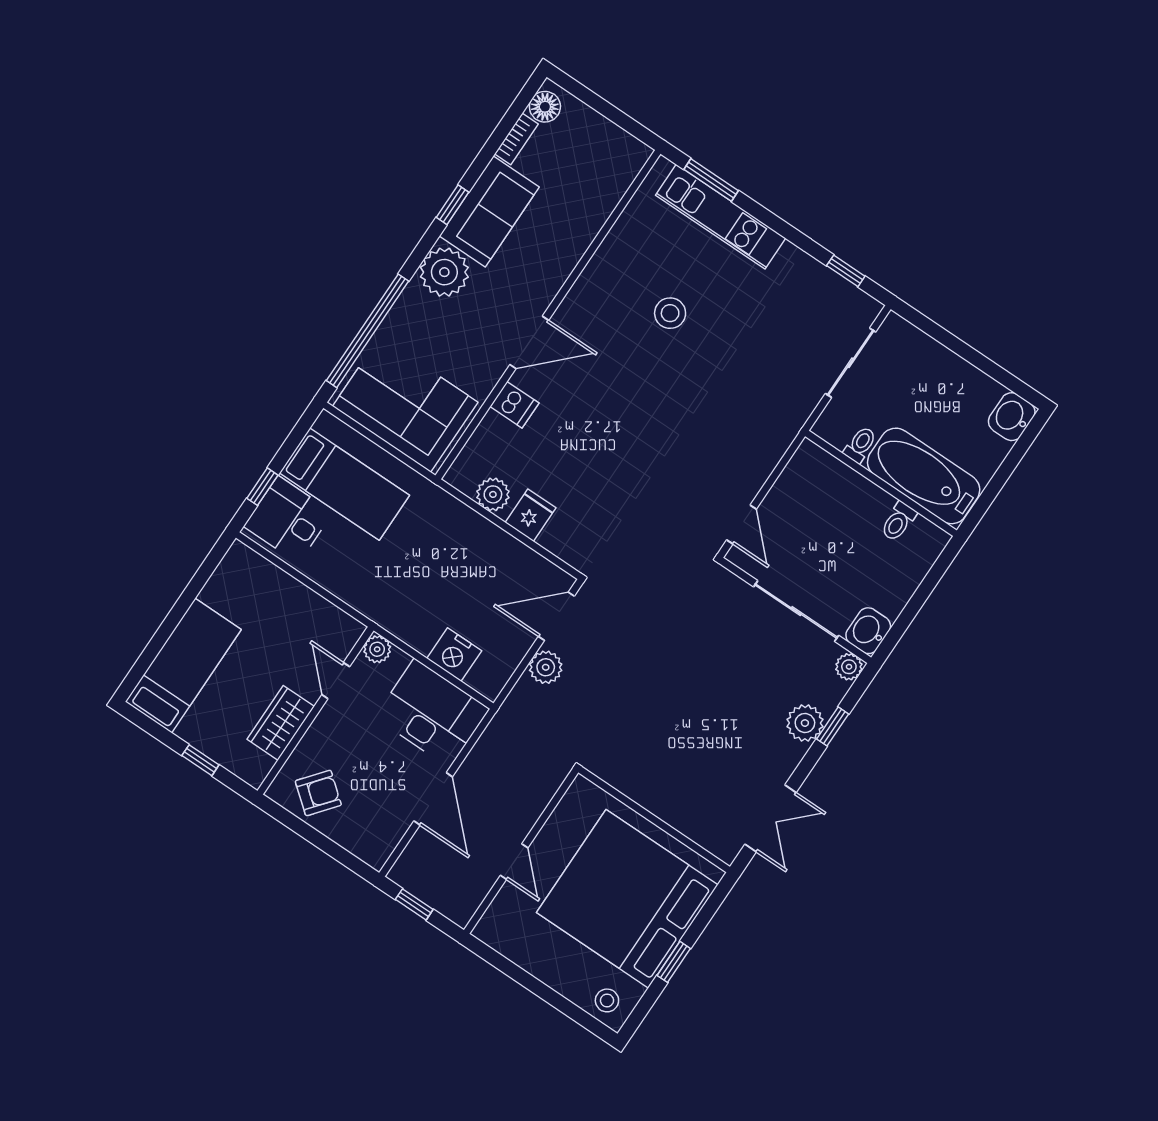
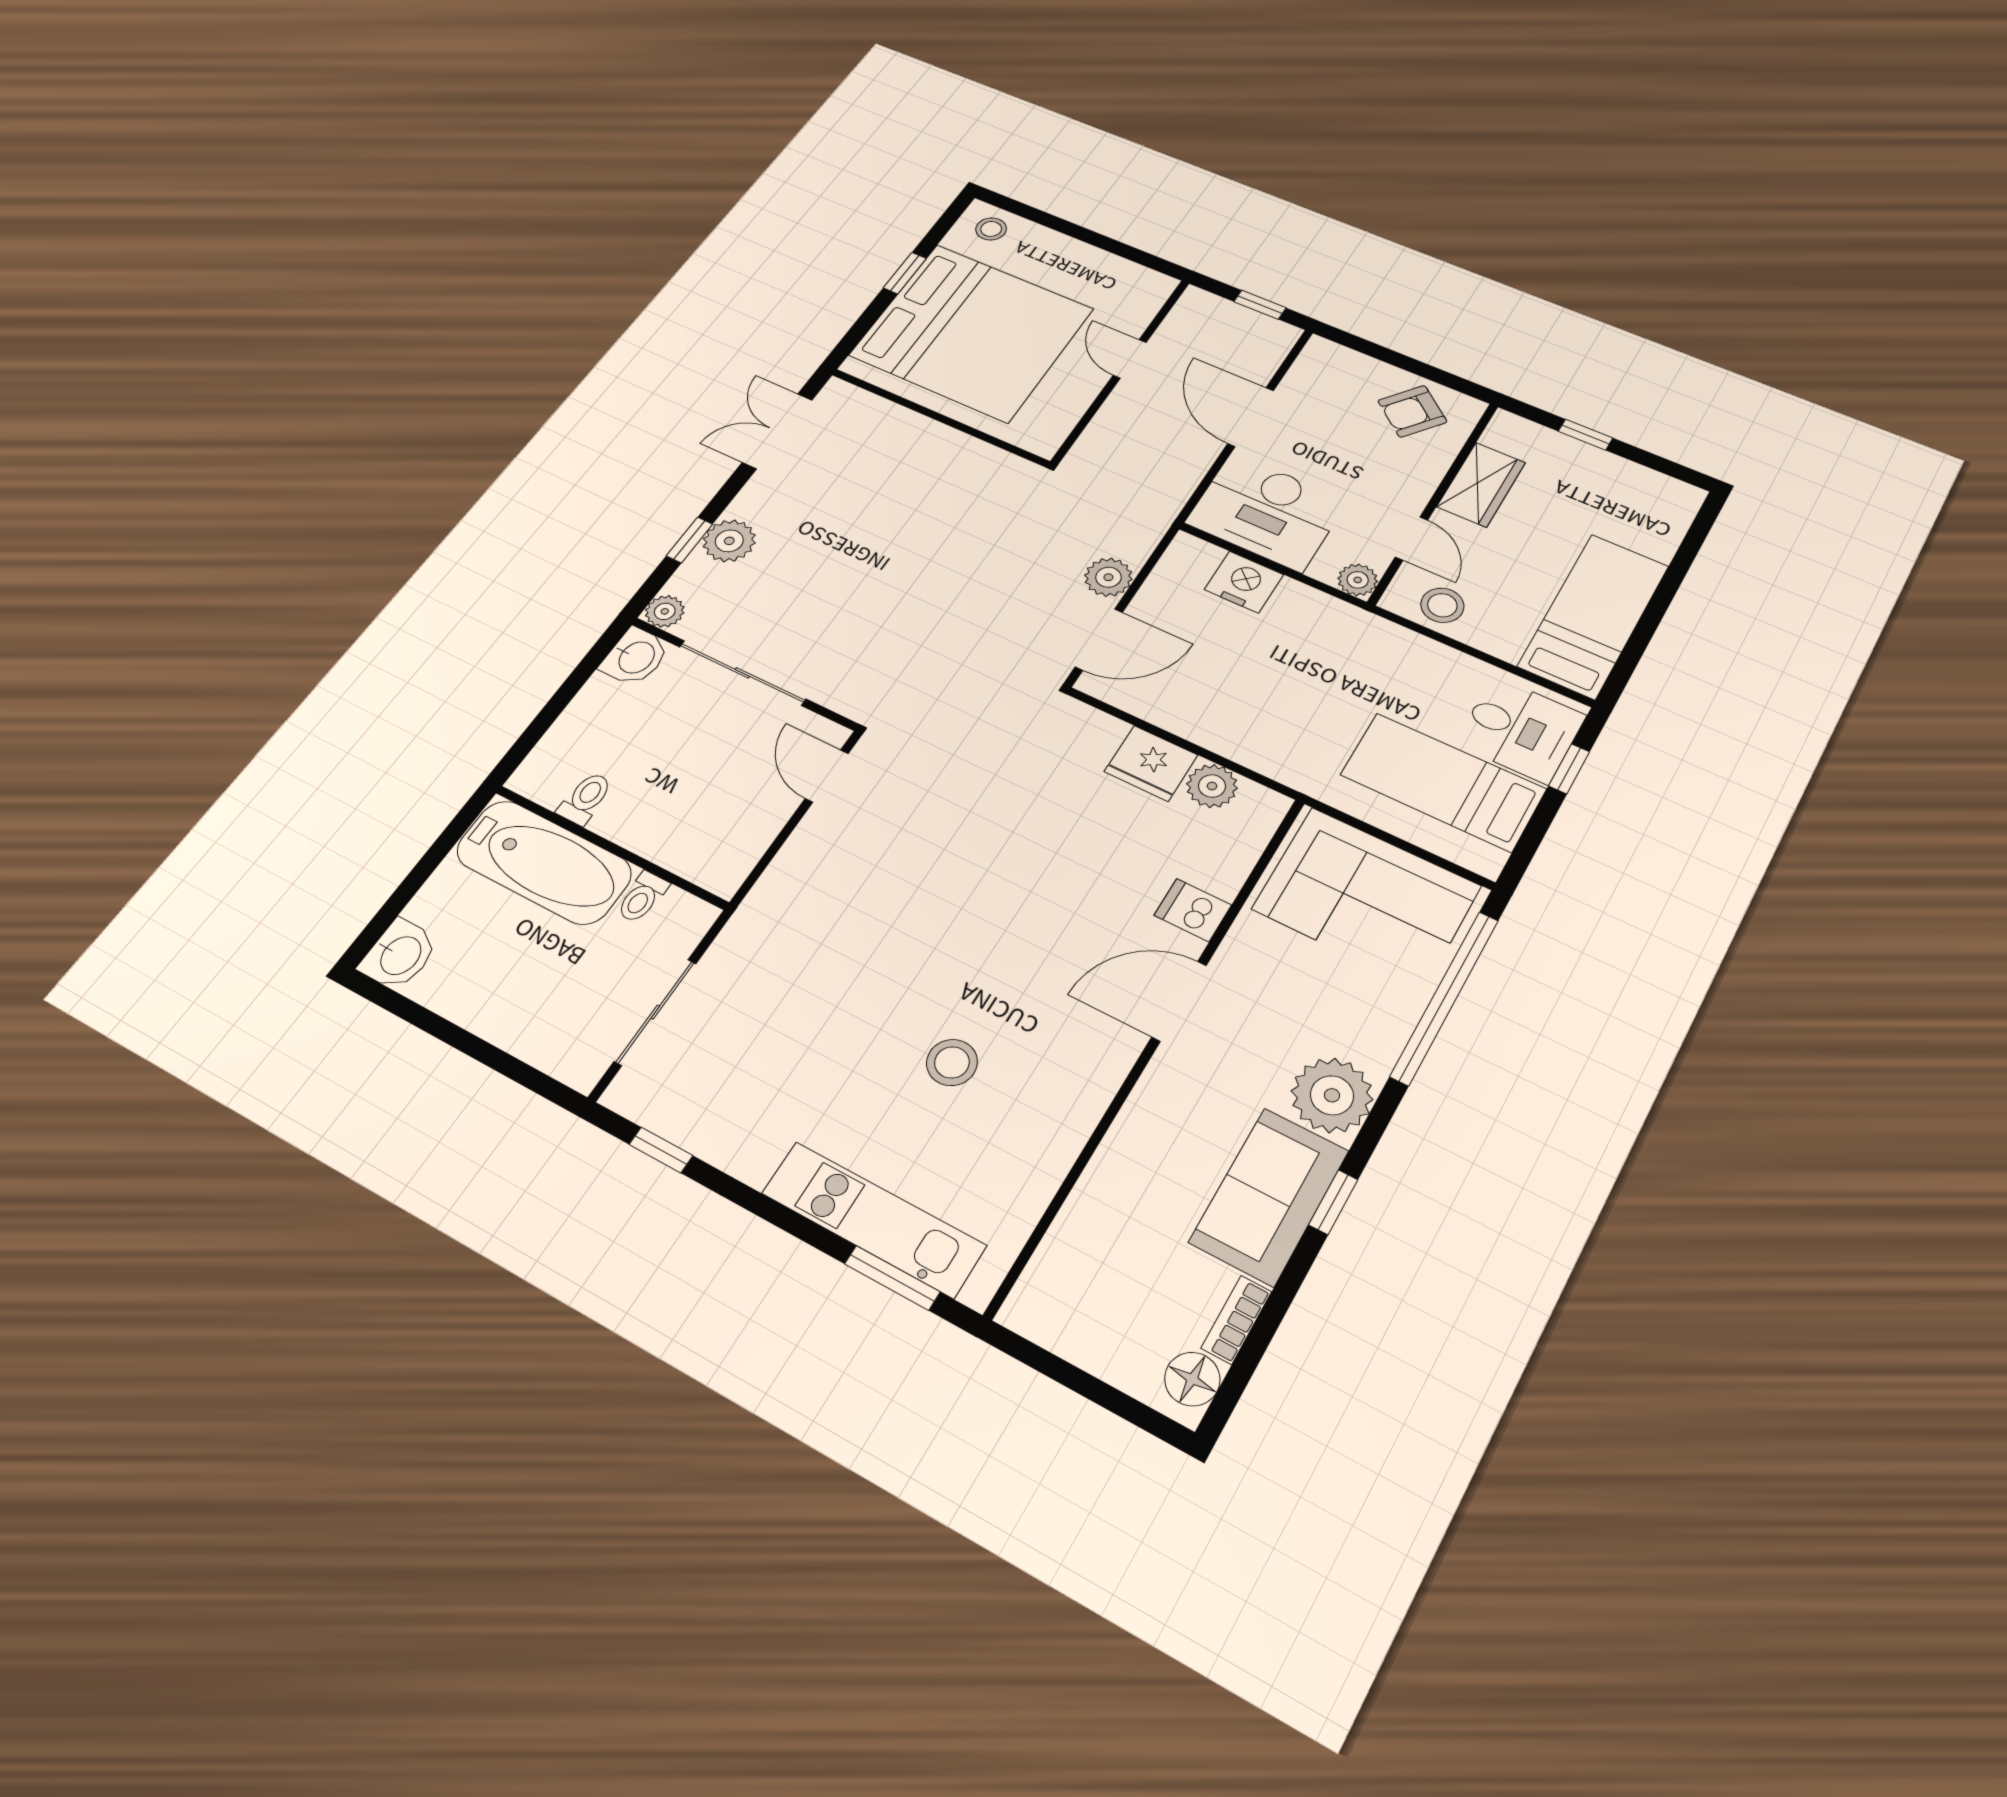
fridge: (531, 515) -> (1151, 763), width x1.38
stool: (323, 623) -> (1442, 605), added
bed: (183, 666) -> (1594, 616), moved, turned 180

